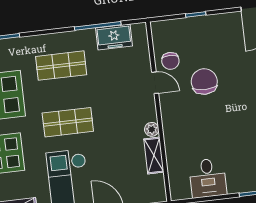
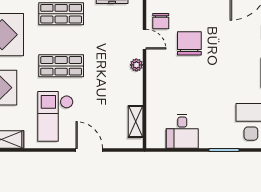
plant: (152, 129) -> (136, 65), moved
shelving: (154, 155) -> (136, 122), moved

